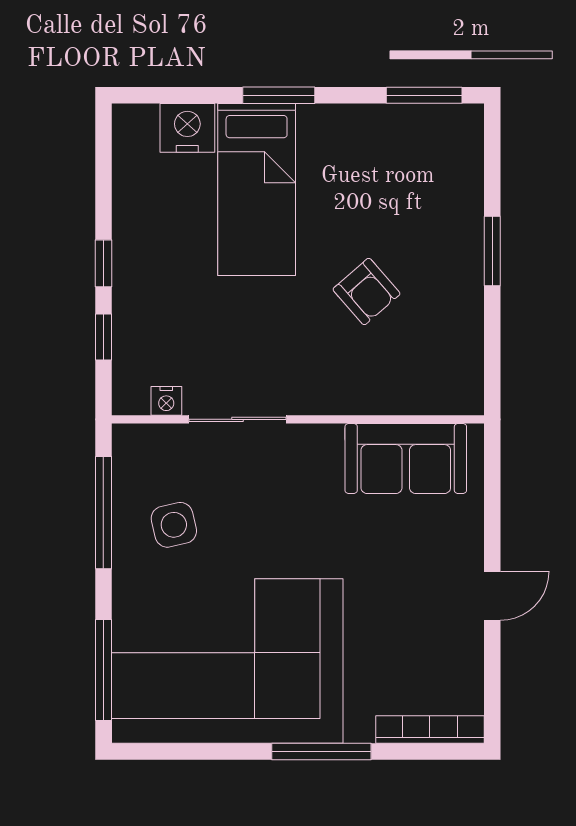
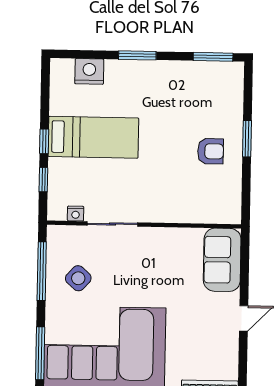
bed: (257, 190) -> (93, 137), moved, turned -90
armchair: (366, 292) -> (211, 151), moved, turned -49
sofa: (406, 458) -> (222, 260), moved, turned 90
side table: (174, 525) -> (78, 278), turned -35

